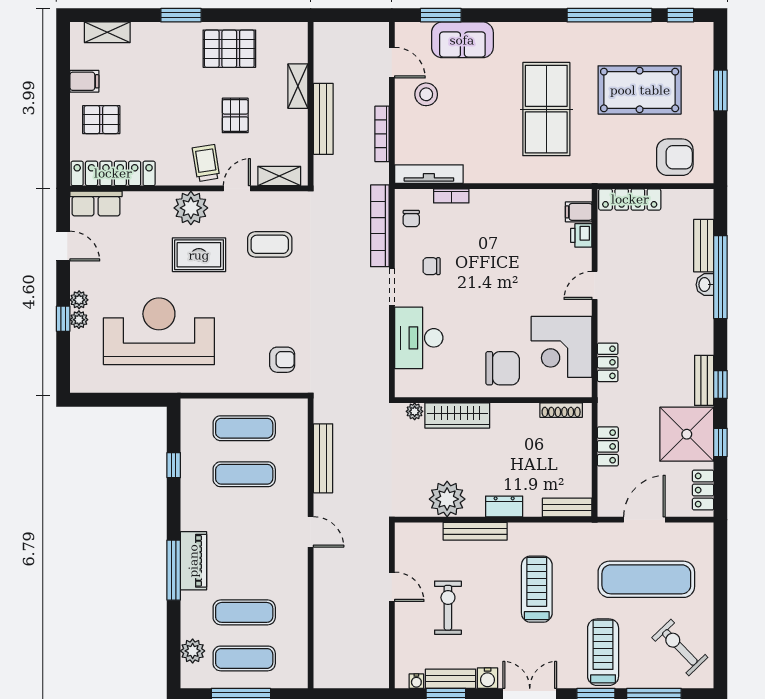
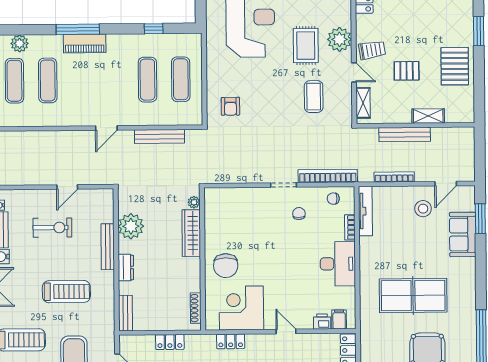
desk: (419, 338) -> (338, 264), moved, turned 90

